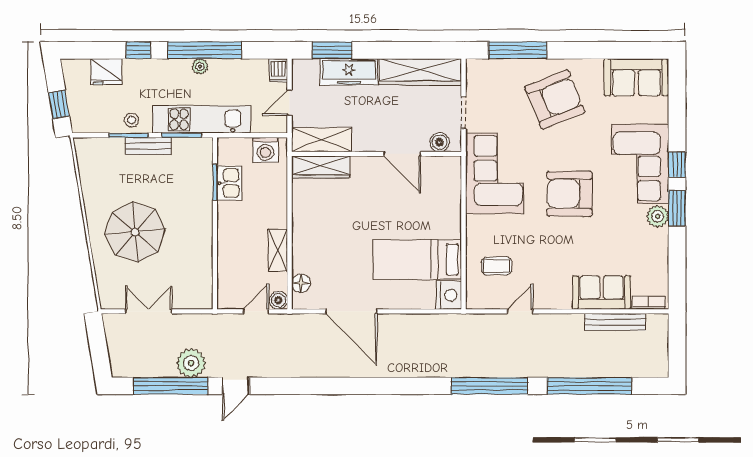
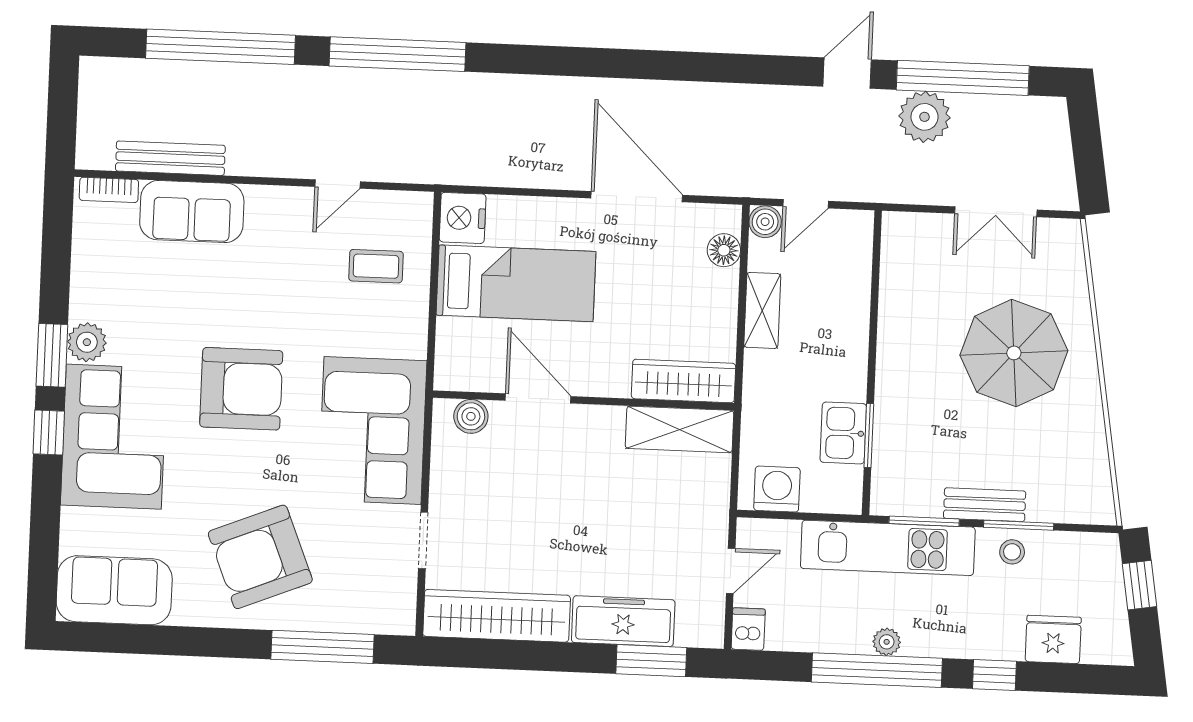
shelving: (322, 140) -> (680, 429), moved
boiler: (440, 142) -> (471, 416), moved
wall: (377, 154) -> (583, 400), moved
door: (402, 154) -> (538, 398), moved
wardrobe: (321, 167) -> (683, 381), moved

